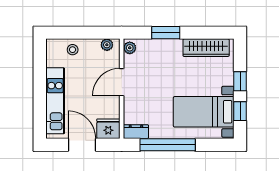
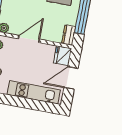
door: (122, 82) -> (29, 39), swing flipped

